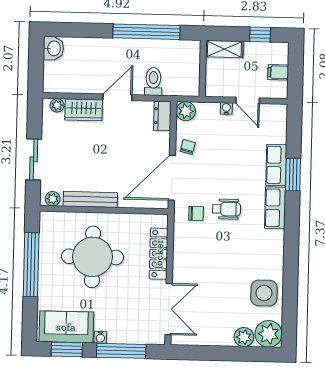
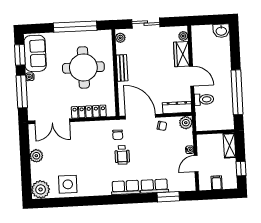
dresser: (162, 116) -> (177, 107), width x1.44
window: (293, 174) -> (168, 197), moved
bench: (90, 199) -> (122, 68), width x0.73
plant: (244, 337) -> (36, 156), moved

